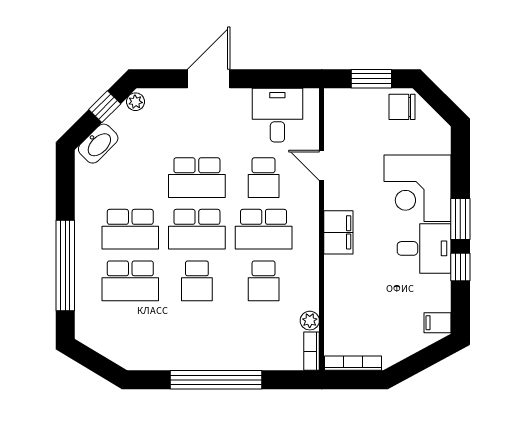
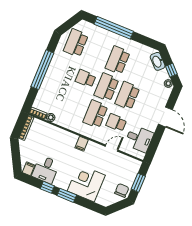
filing cabinet: (338, 232) -> (82, 144), width x0.50
desk: (424, 248) -> (46, 170), moved
school desk: (130, 281) -> (76, 43), moved
school desk: (264, 281) -> (74, 105), removed

